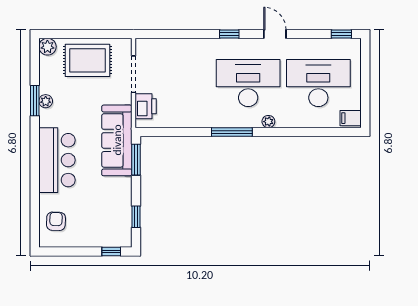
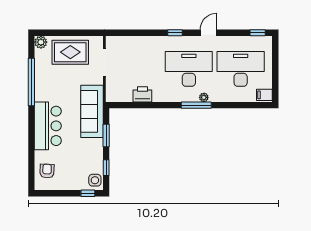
door: (275, 34) -> (209, 33), hinge flipped
window: (35, 101) -> (31, 82), width x2.11
plant: (46, 101) -> (39, 82), removed
printer: (146, 106) -> (142, 94), moved, turned -90
window: (232, 132) -> (196, 105), moved
window: (136, 160) -> (106, 135), moved
side table: (121, 234) -> (95, 180), added

